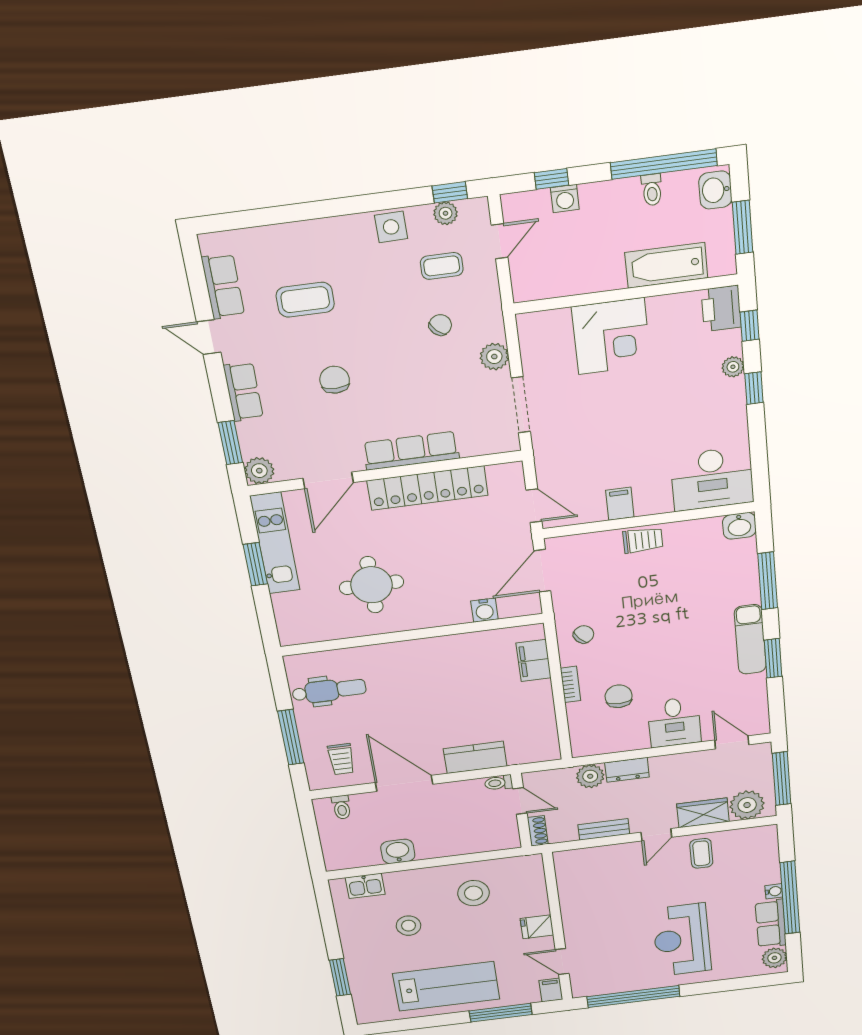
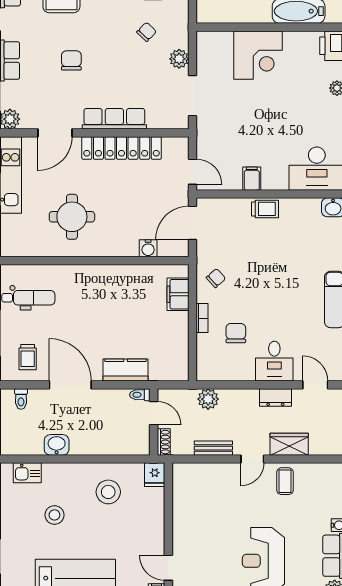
dresser: (627, 770) -> (275, 397), moved
plant: (747, 805) -> (323, 442), removed
fridge: (537, 927) -> (155, 475), moved, turned -90

